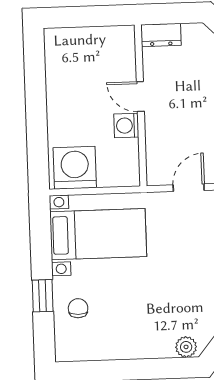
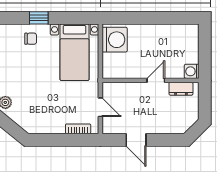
dresser: (161, 35) -> (181, 89), moved, turned -90
washing machine: (126, 126) -> (192, 71), moved, turned -90

